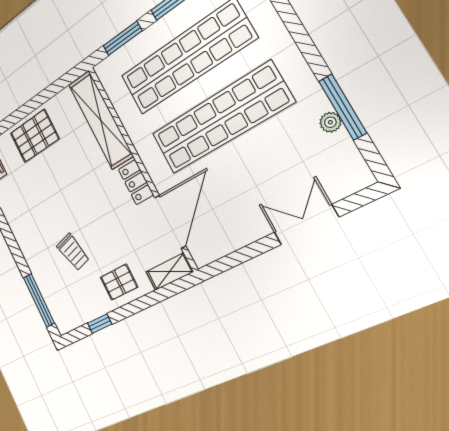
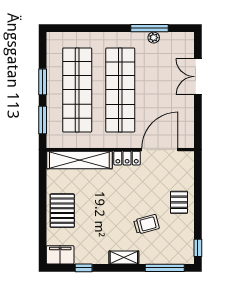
door: (170, 222) -> (160, 150), hinge flipped
shelving: (169, 272) -> (124, 257), moved, turned 90
window: (100, 324) -> (198, 248), moved

